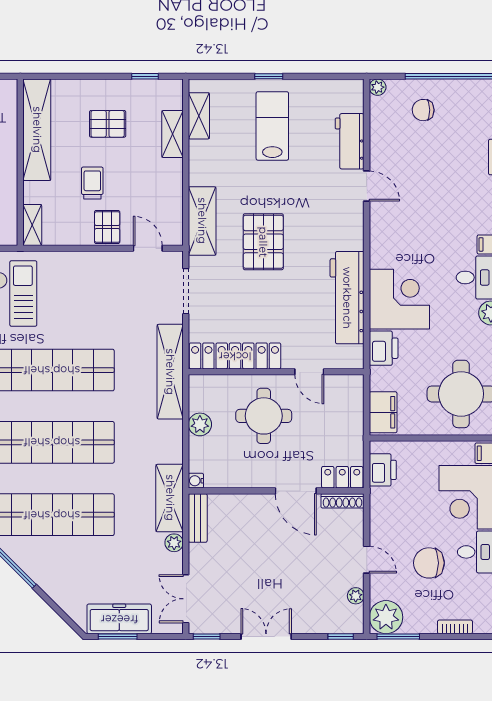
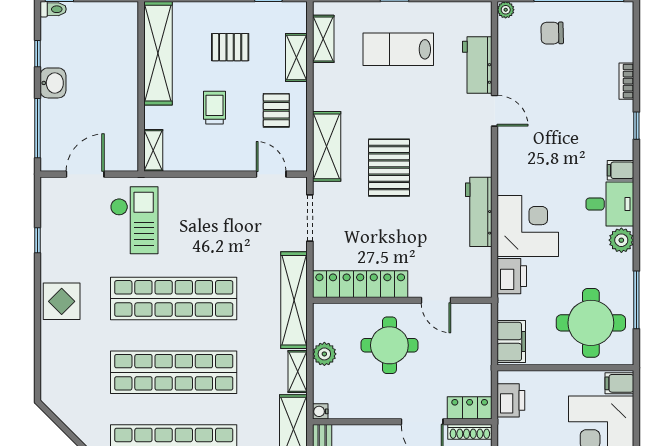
lab bench: (272, 126) -> (398, 49), turned -90
pallet: (107, 227) -> (276, 110), moved
workbench: (347, 298) -> (479, 212), width x0.73, depth x0.76
shelving: (174, 442) -> (298, 372), added

